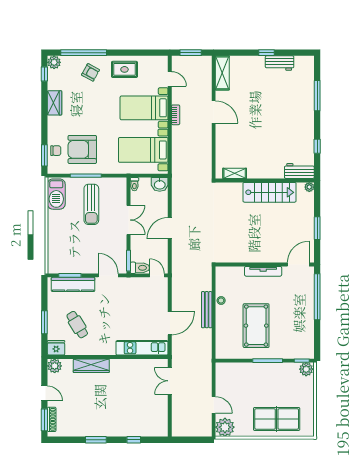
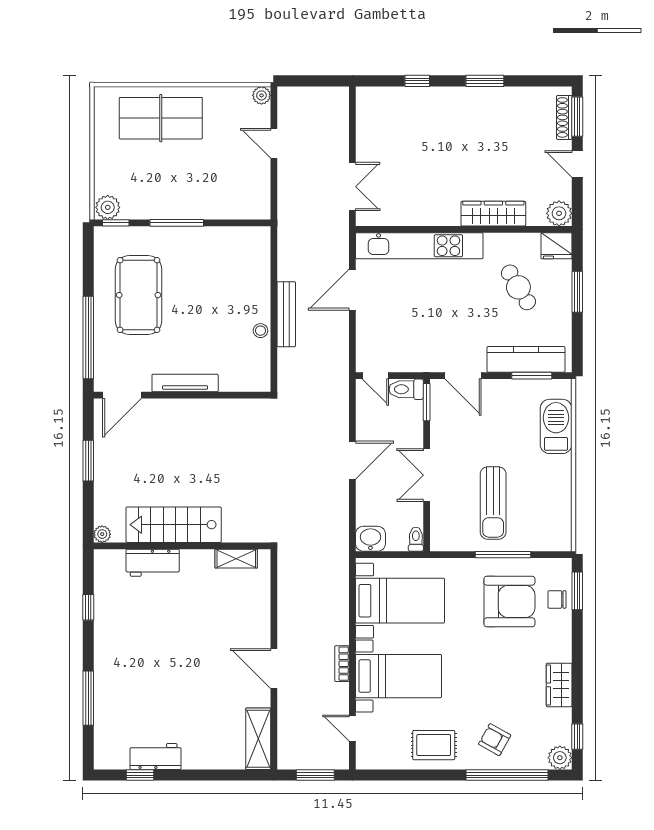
window: (266, 53) -> (140, 775), moved
workbench: (299, 171) -> (153, 563), moved
barbecue: (56, 194) -> (556, 426), moved
sun lounger: (91, 204) -> (493, 503), turned 180
pool table: (256, 326) -> (139, 295), moved
kitchen unit: (142, 348) -> (419, 246), width x1.36
plant: (225, 427) -> (261, 95), width x0.53, depth x0.53

